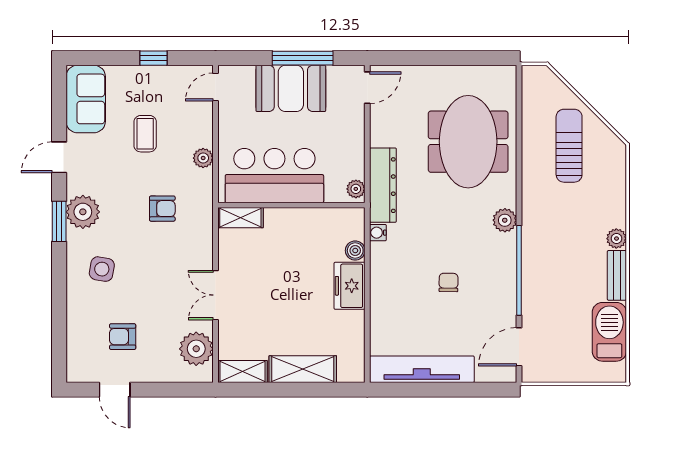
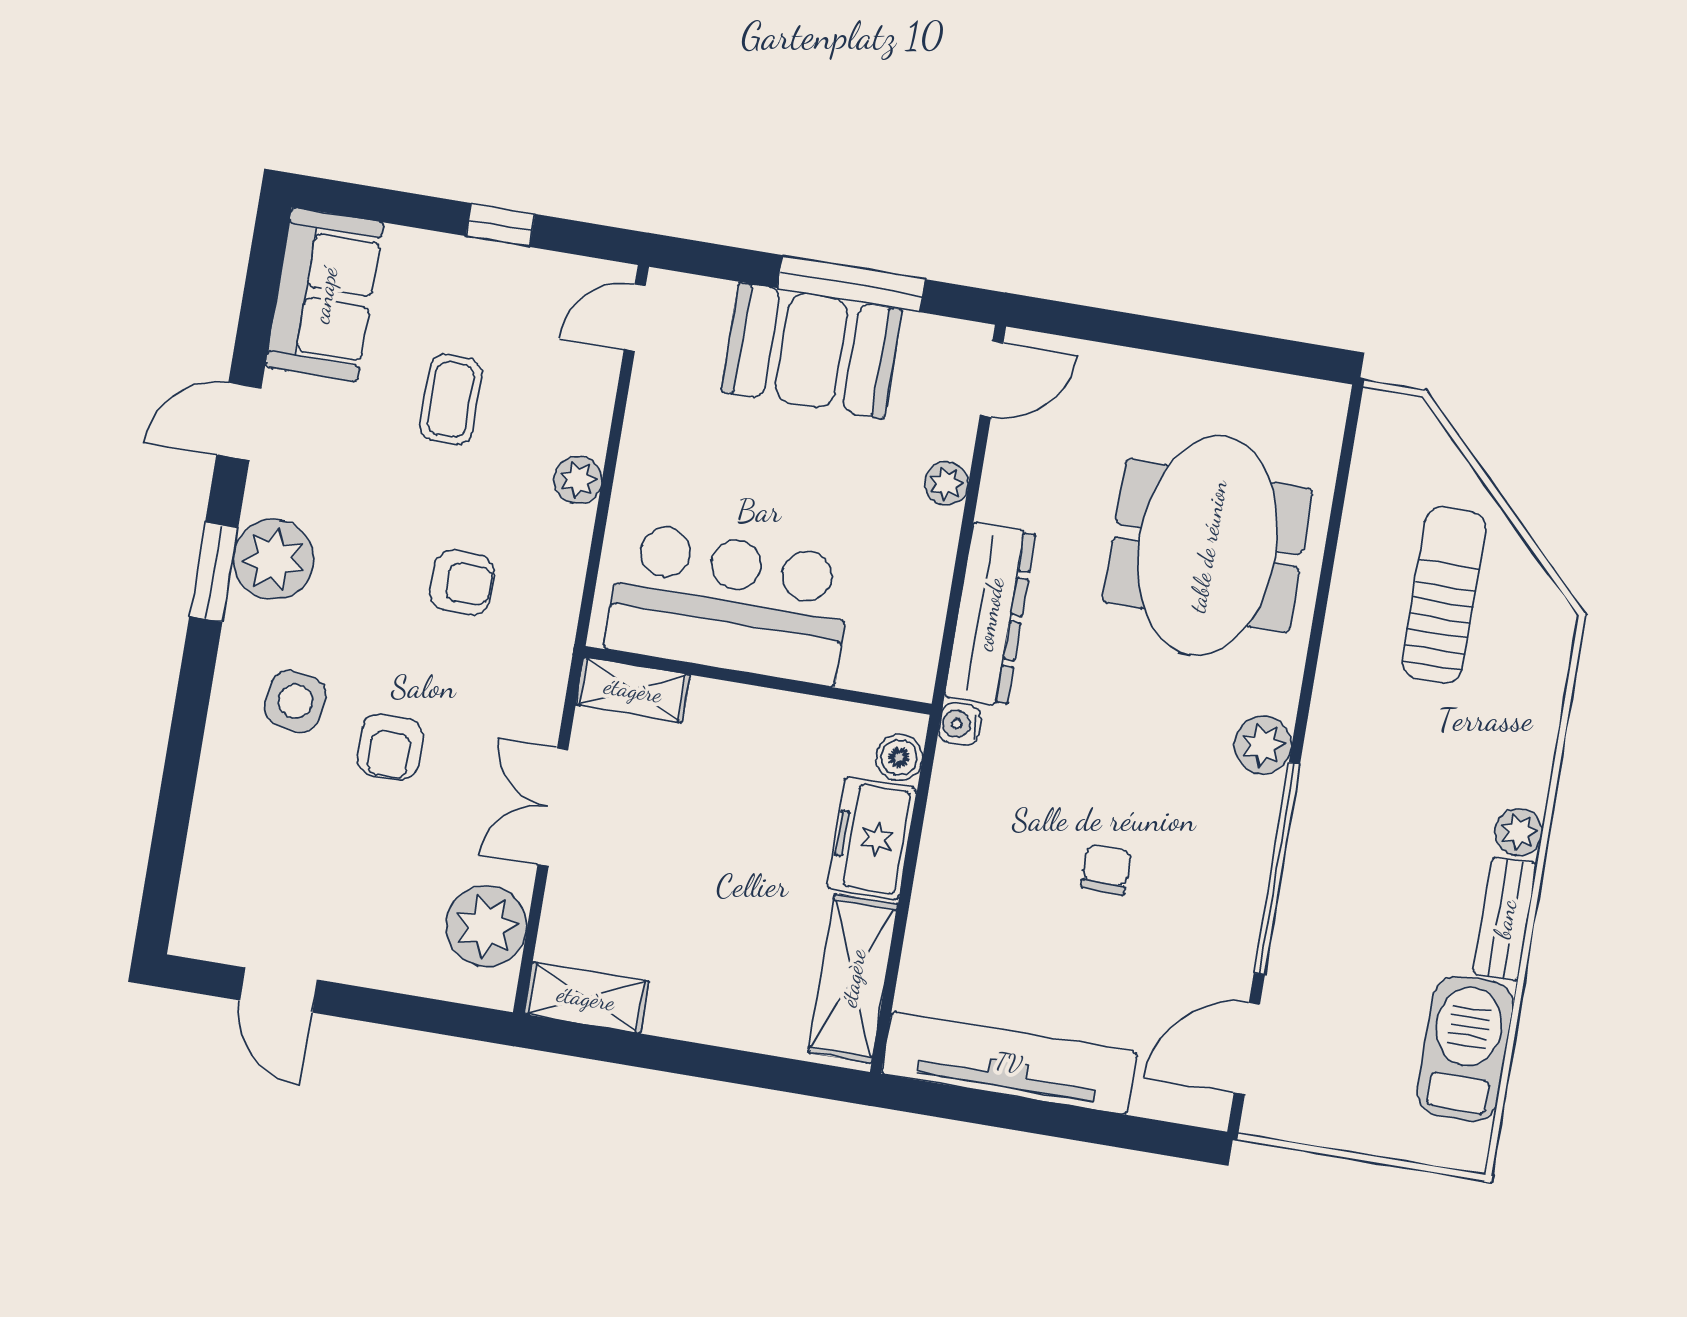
bar counter: (274, 176) -> (729, 604), moved
plant: (356, 189) -> (946, 484), moved
wall: (291, 205) -> (758, 680), moved
shelving: (240, 218) -> (633, 690), moved
armchair: (123, 337) -> (390, 747), moved, turned -90
shelving: (303, 369) -> (853, 978), moved, turned 90

